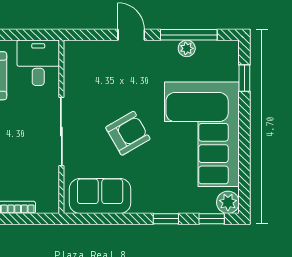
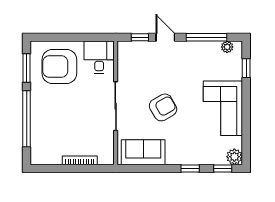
window: (95, 35) -> (140, 37), added
plant: (187, 48) -> (227, 47), moved
corner sofa: (202, 134) -> (223, 108), width x0.73, depth x0.74

